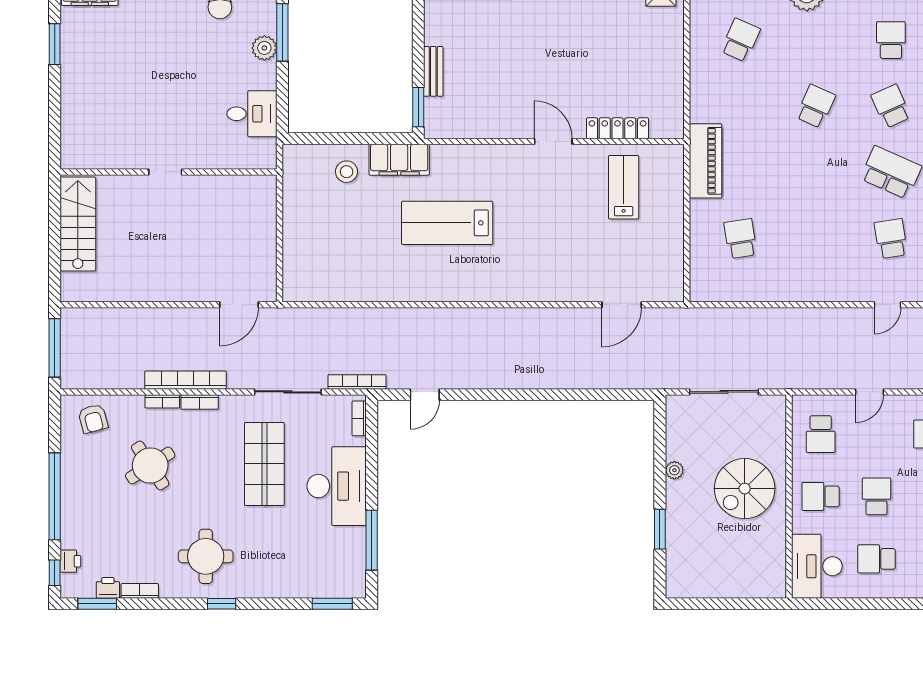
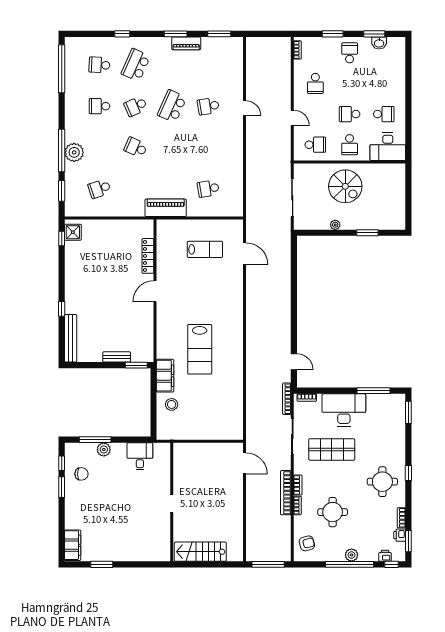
school desk: (740, 40) -> (99, 189), turned -42
lab bench: (624, 187) -> (205, 249), moved, turned 180
round table: (150, 465) -> (333, 512), turned 33
plant: (72, 500) -> (352, 555), added
school desk: (877, 559) -> (384, 114), turned -90

